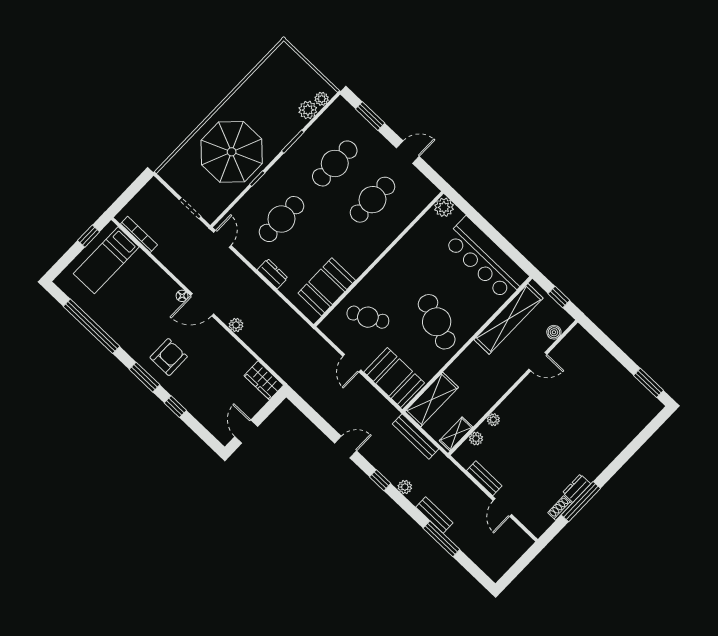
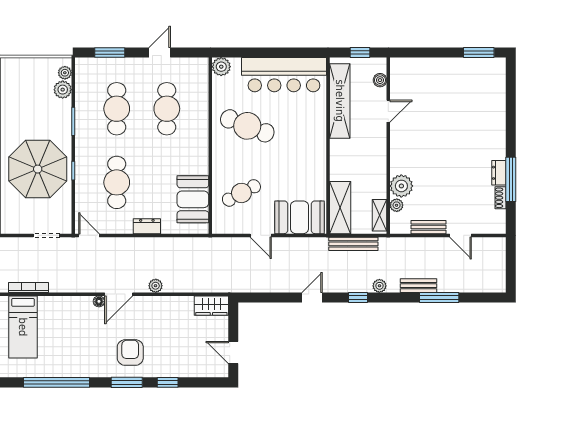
cafe table: (437, 322) -> (247, 126), moved
plant: (493, 420) -> (401, 186), width x1.87, depth x1.87

